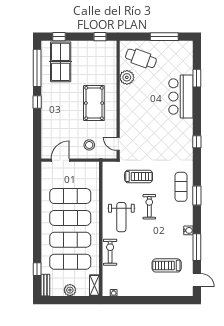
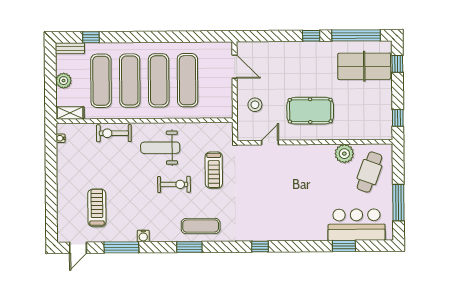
bar counter: (181, 97) -> (357, 225), moved
door: (118, 144) -> (270, 143), moved
exercise bike: (110, 252) -> (114, 133), turned 180

